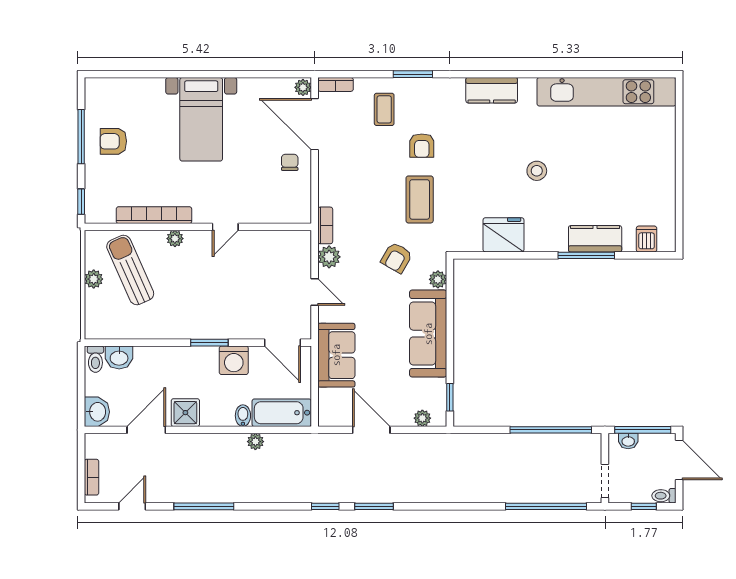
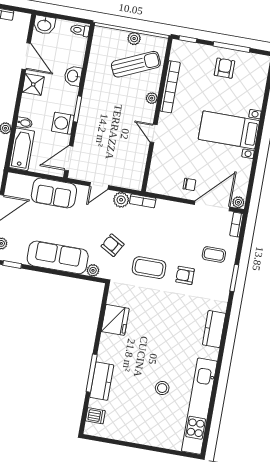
stool: (537, 171) -> (162, 388), moved
washbasin: (119, 357) -> (73, 76), moved

